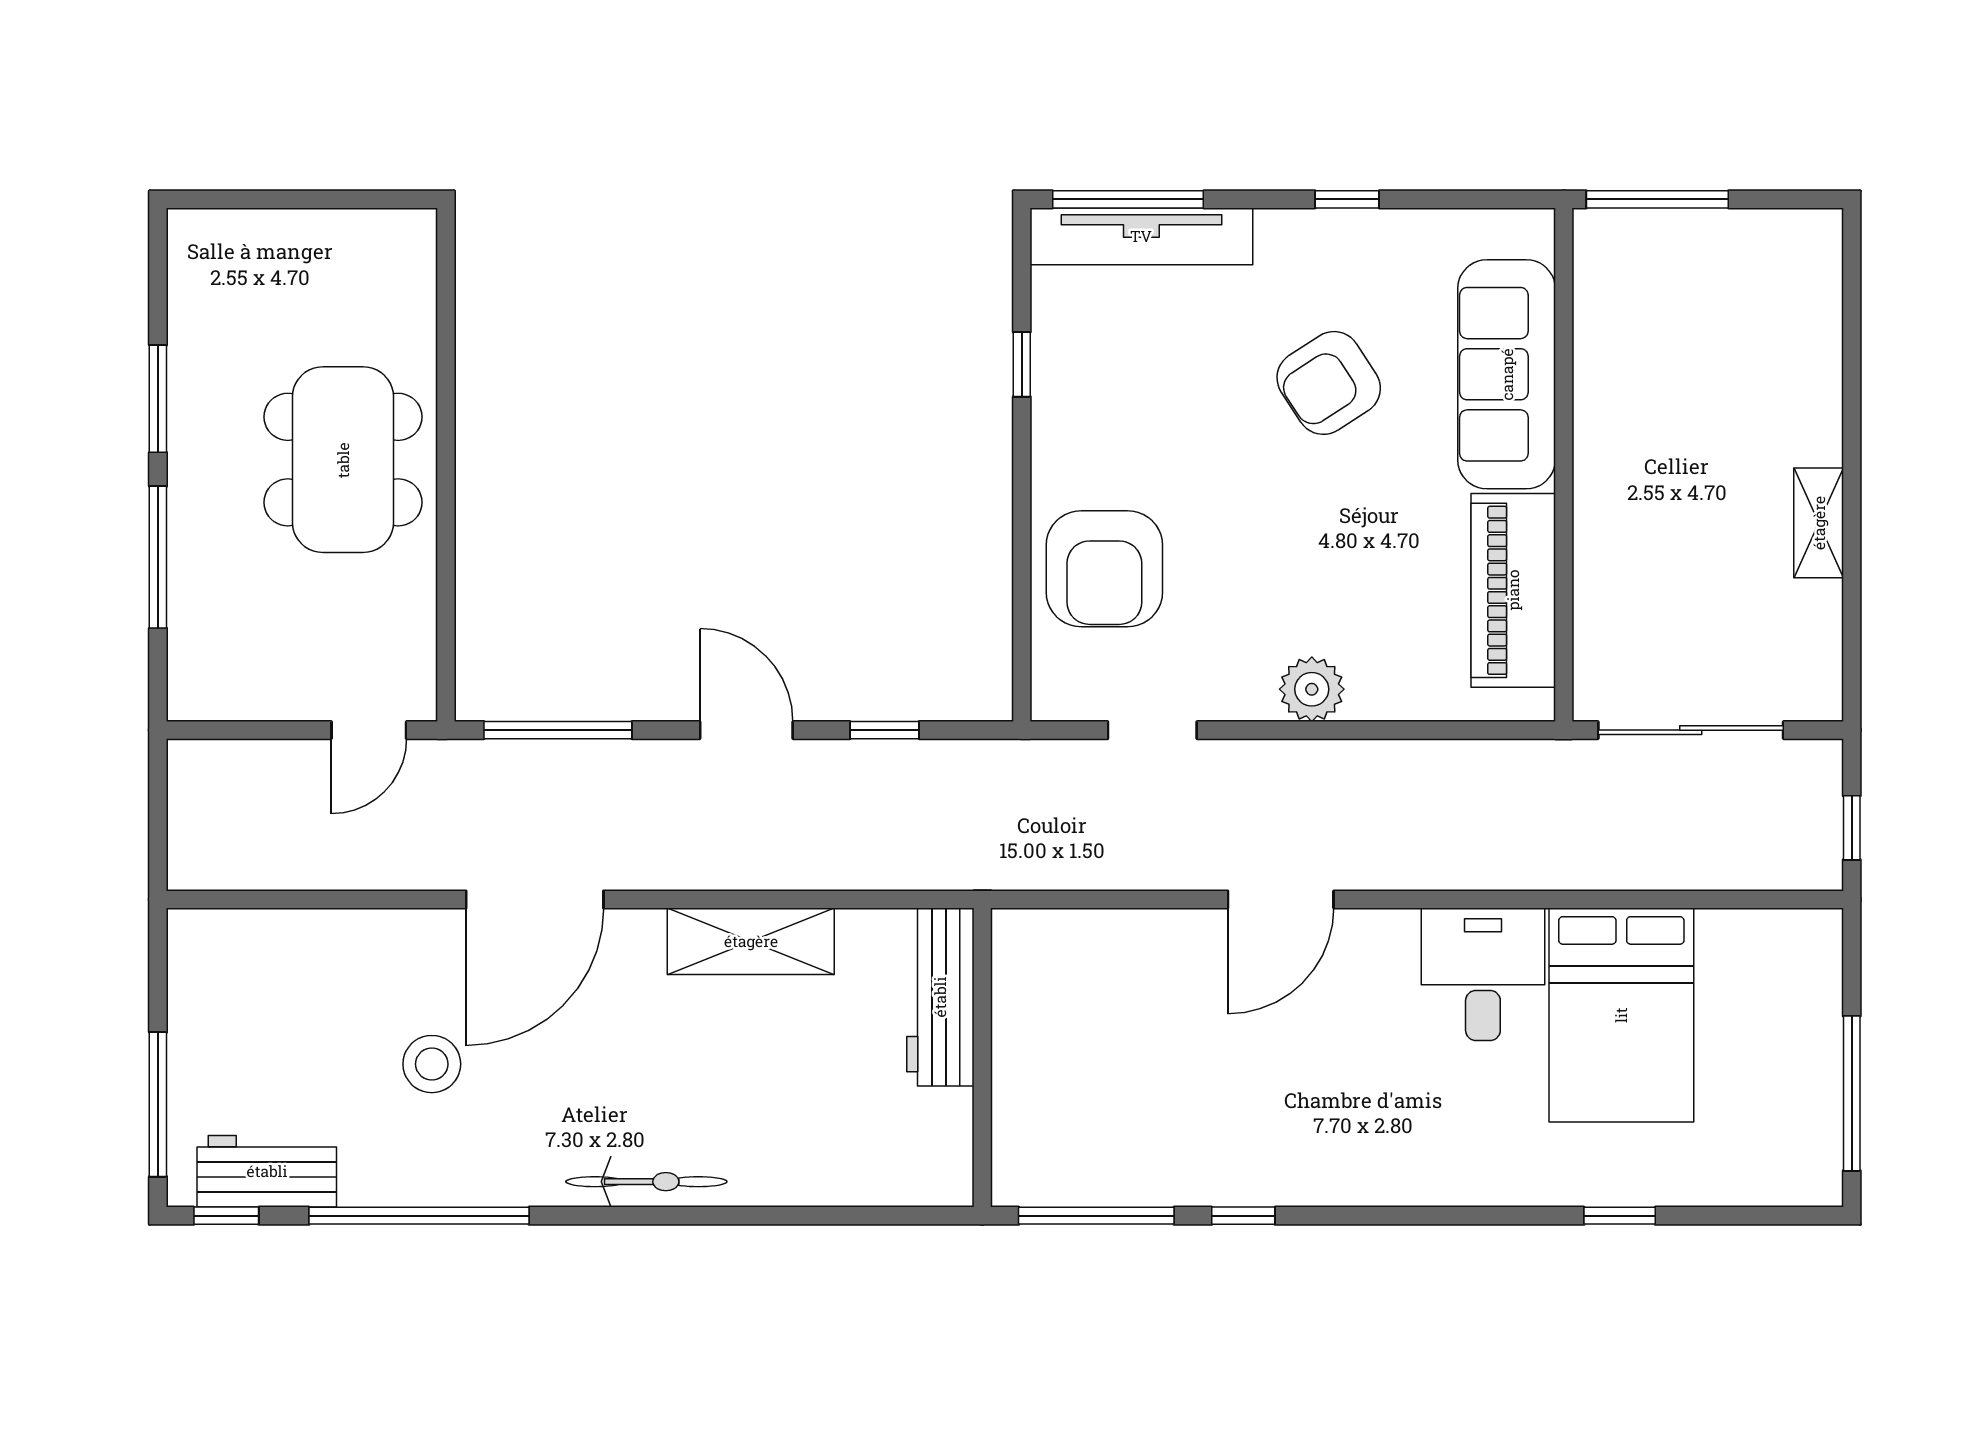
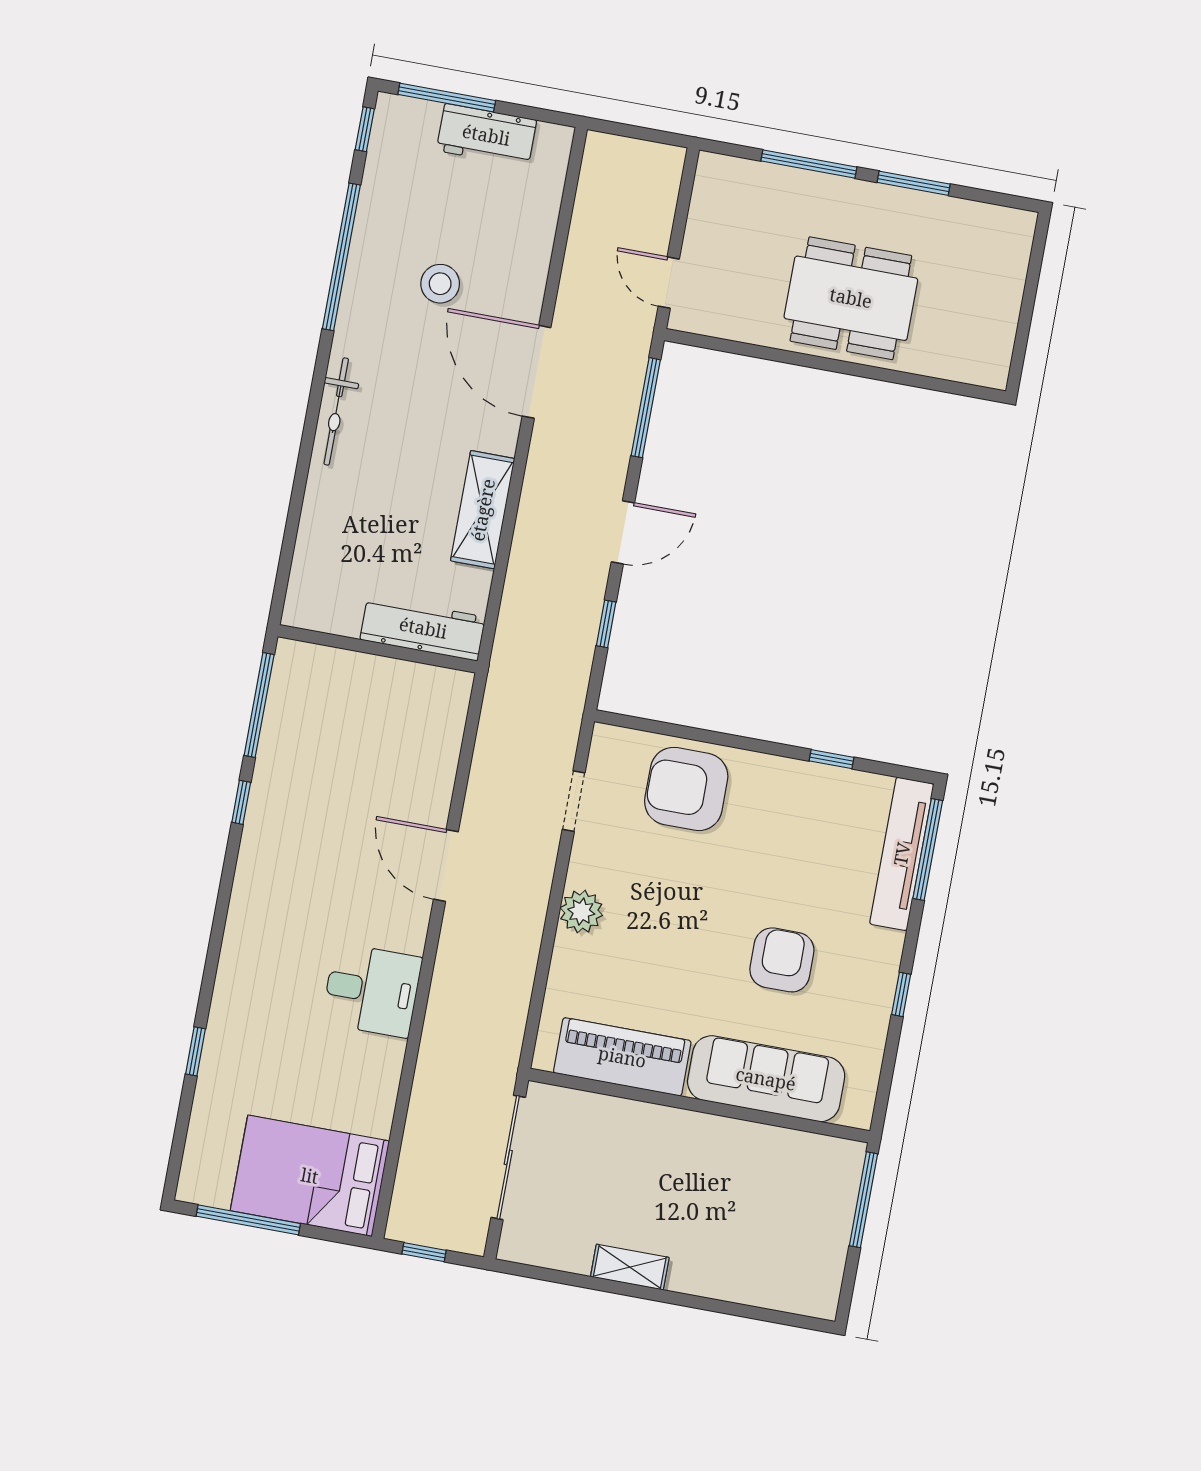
armchair: (1329, 383) -> (782, 960), turned 33
bed: (1621, 1015) -> (310, 1176), moved
workbench: (267, 1171) -> (486, 135), moved, turned 90

